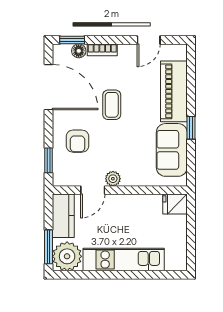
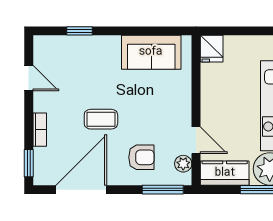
floor lamp: (79, 51) -> (41, 156), removed
piano: (174, 91) -> (86, 50), removed
window: (191, 128) -> (80, 31), moved
window: (49, 160) -> (163, 190), width x1.50
plant: (113, 179) -> (183, 164), moved

